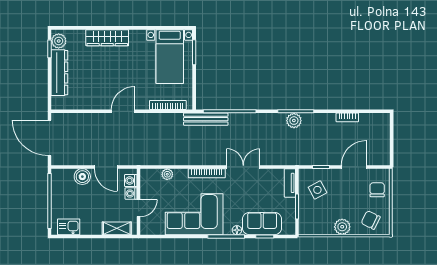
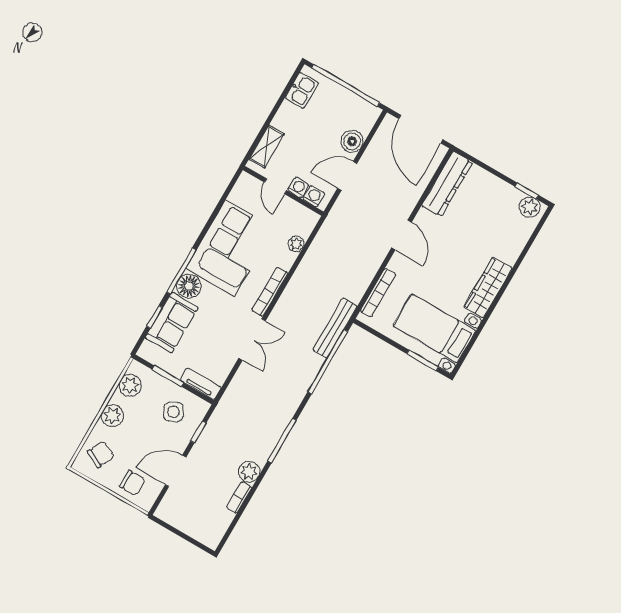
wardrobe: (107, 38) -> (488, 288), moved
dresser: (59, 73) -> (447, 184), moved, turned -90
plant: (294, 121) -> (249, 472), moved
door: (50, 138) -> (421, 129), swing flipped
door: (354, 167) -> (176, 471), swing flipped
plant: (317, 227) -> (130, 385), added
floor lamp: (237, 230) -> (189, 286), width x1.89, depth x1.89

